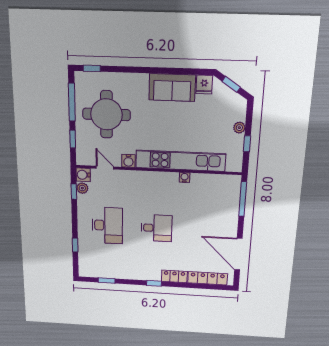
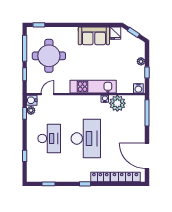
water cooler: (128, 161) -> (138, 88), moved
kitchen unit: (180, 161) -> (93, 87), width x0.73
door: (105, 168) -> (47, 94), hinge flipped
plant: (202, 184) -> (117, 103), added
desk: (156, 228) -> (86, 138), width x1.87, depth x1.30

